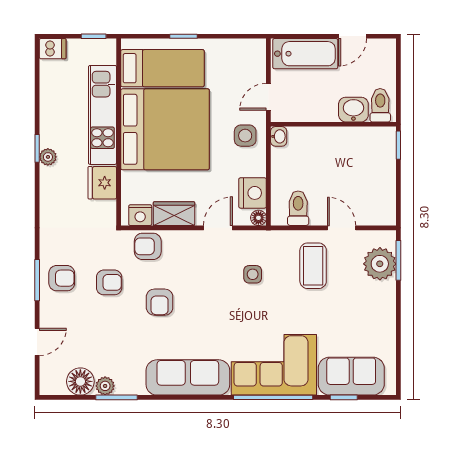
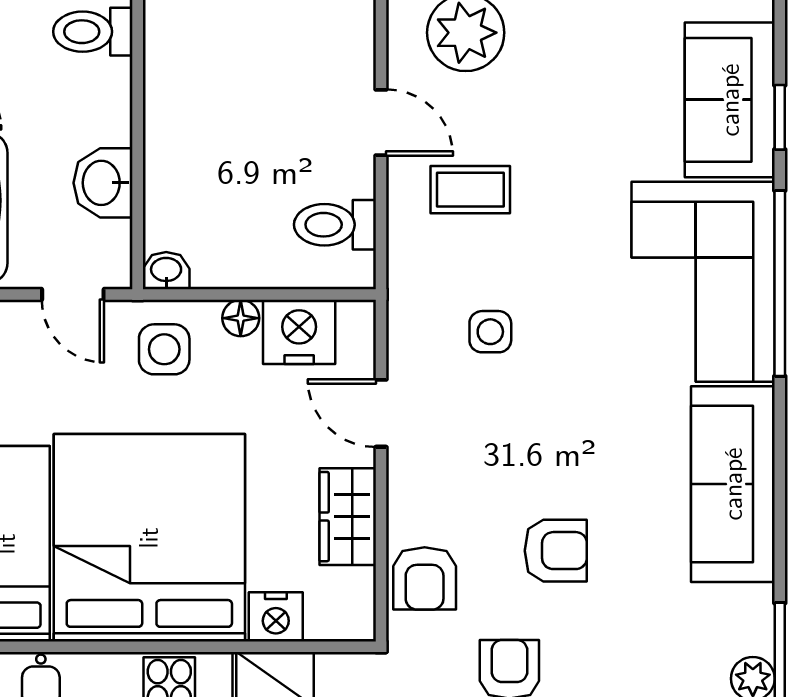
washbasin: (353, 110) -> (103, 183), moved
nightstand: (140, 215) -> (276, 617), moved, turned 90
floor lamp: (258, 218) -> (241, 318), moved
door: (342, 228) -> (381, 123), swing flipped
coffee table: (313, 266) -> (470, 190), width x0.73, depth x0.77

